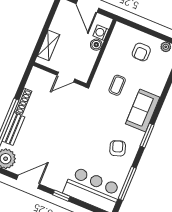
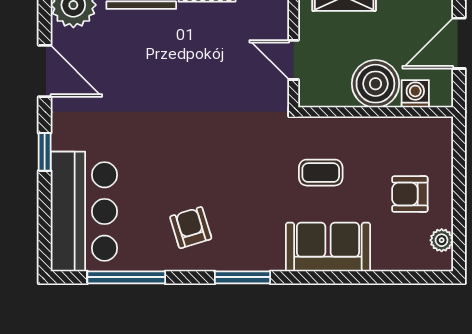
boiler: (96, 45) -> (375, 84), width x1.86, depth x1.86
sofa: (143, 110) -> (328, 247), moved
armchair: (118, 148) -> (191, 228), turned -88

